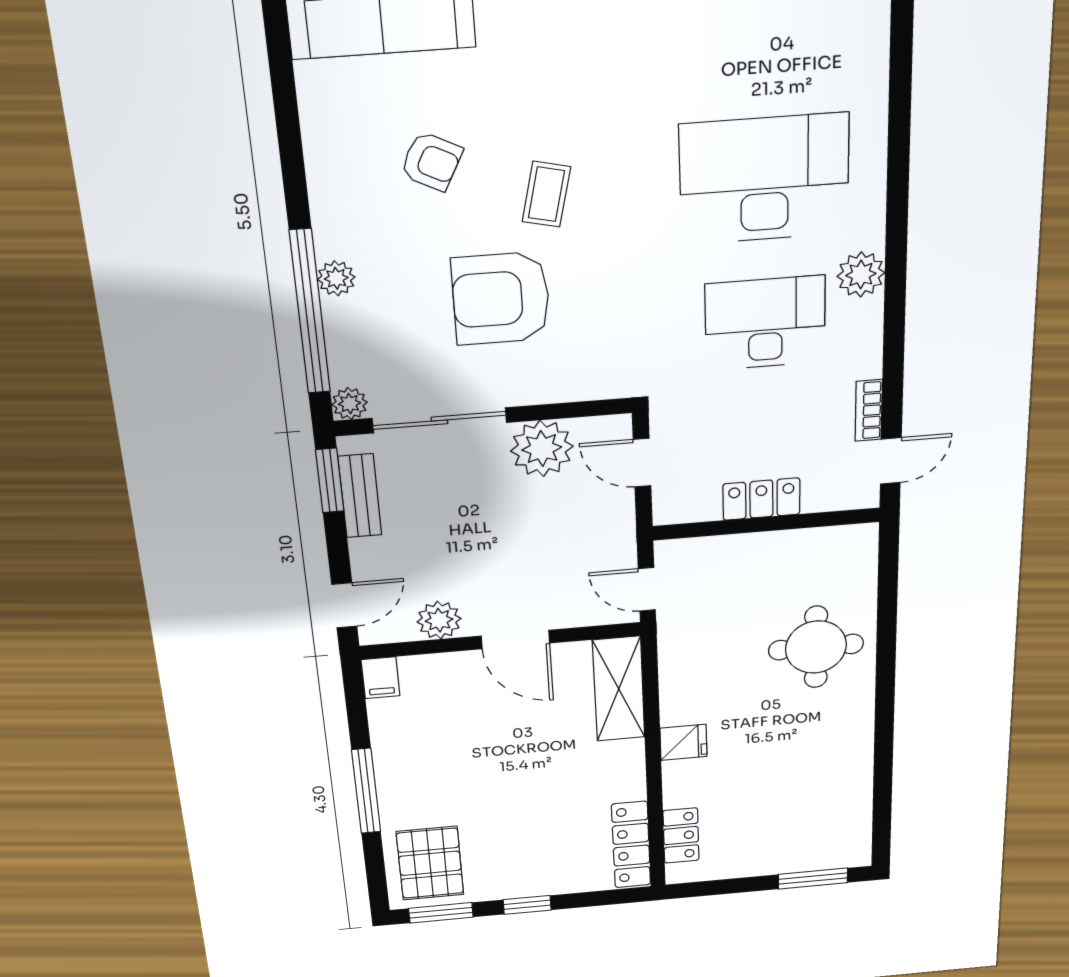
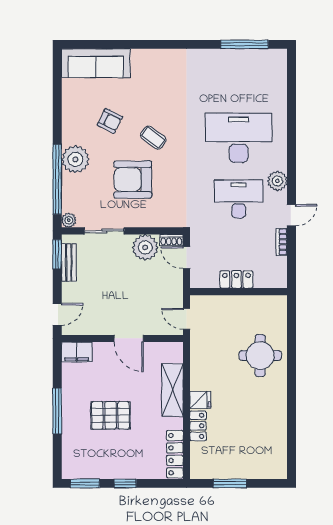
coffee table: (546, 194) -> (153, 138), turned -66
plant: (336, 278) -> (75, 159), width x1.88, depth x1.88
sliding door: (439, 420) -> (104, 231), width x0.73
shoe rack: (604, 428) -> (171, 240), added
door: (891, 461) -> (291, 215), moved
plant: (439, 620) -> (97, 326), removed
filing cabinet: (381, 678) -> (77, 352), width x2.00
shelving: (619, 689) -> (172, 390), moved
locker: (681, 835) -> (198, 426), moved
pallet: (430, 863) -> (110, 415), moved, turned 90
window: (813, 879) -> (230, 483), moved

